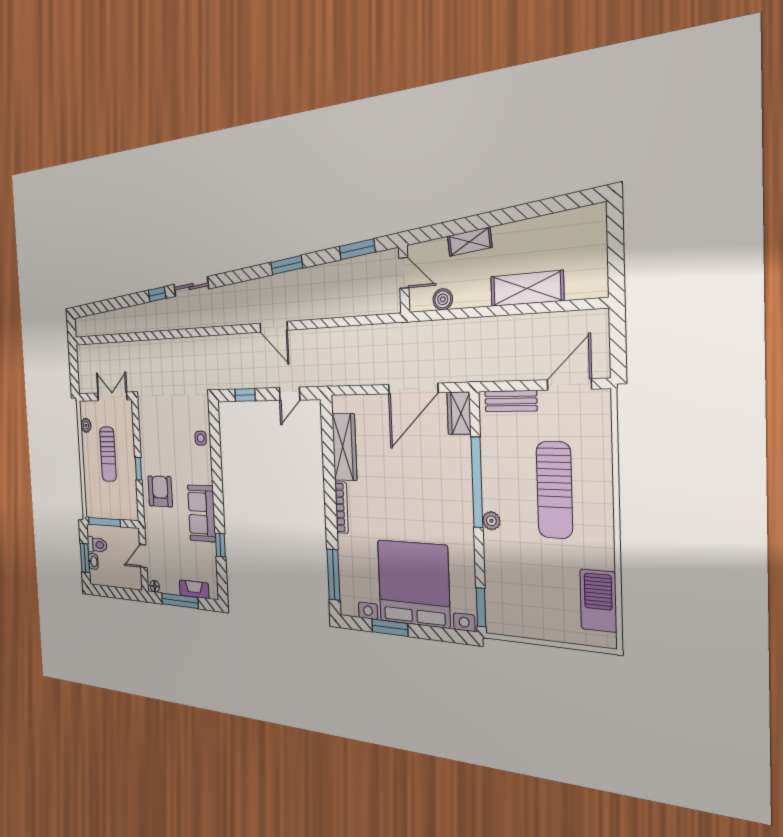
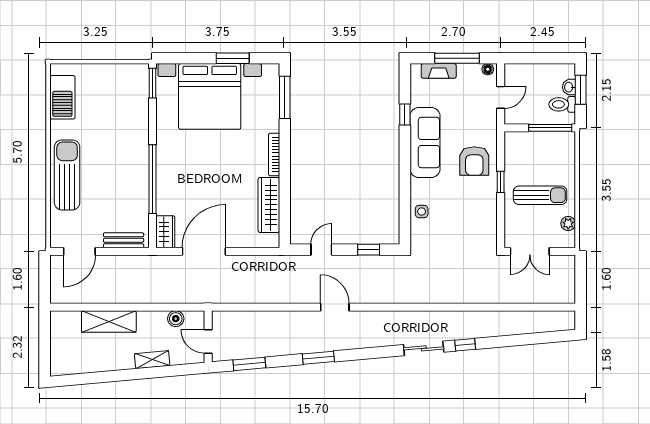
sun lounger: (108, 454) -> (540, 195), turned 90
sun lounger: (554, 490) -> (67, 175), moved
sofa: (202, 513) -> (425, 143), width x1.36
plant: (491, 521) -> (142, 150), removed

